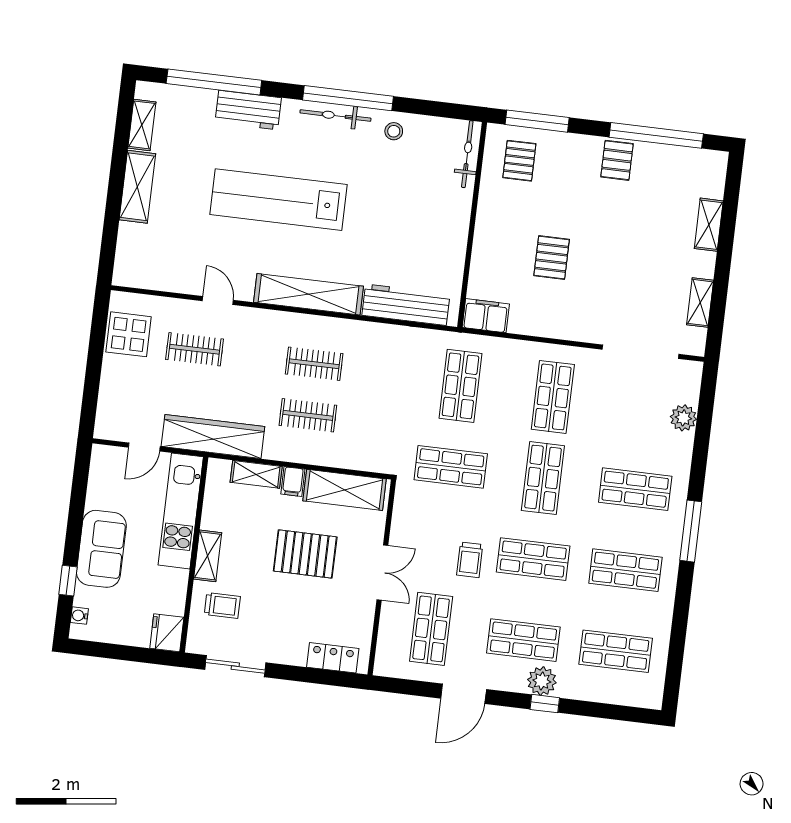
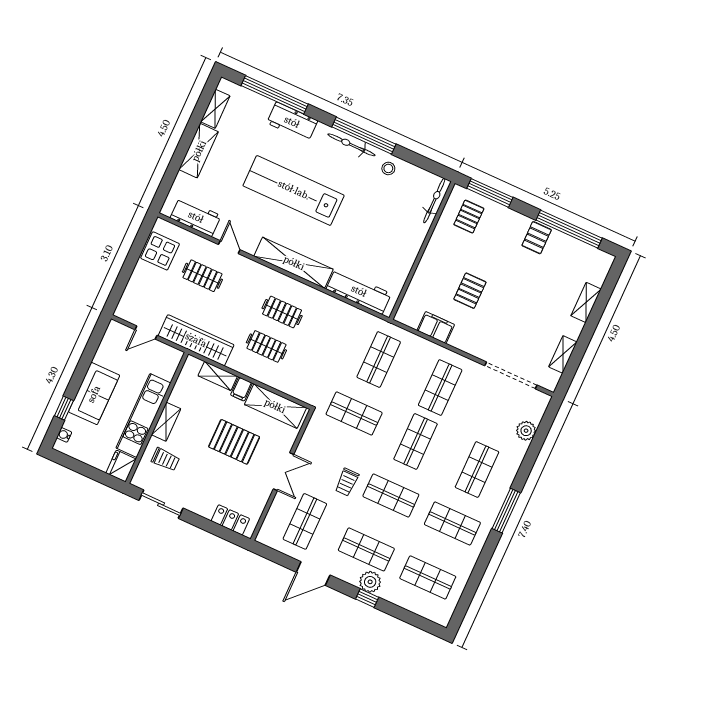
workbench: (161, 275) -> (196, 217), added
filing cabinet: (486, 316) -> (436, 328), moved
shop shelf: (635, 489) -> (477, 470), turned 90
kitchen unit: (181, 511) -> (143, 415), moved

